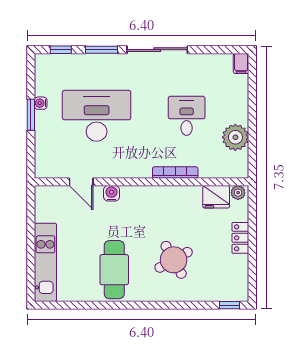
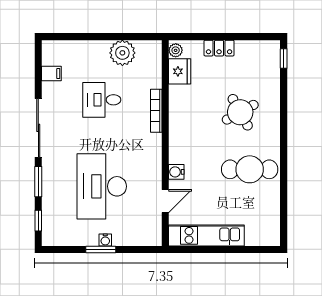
filing cabinet: (241, 63) -> (51, 74), moved
water cooler: (41, 103) -> (105, 240), moved
kitchen unit: (45, 262) -> (206, 235), moved

